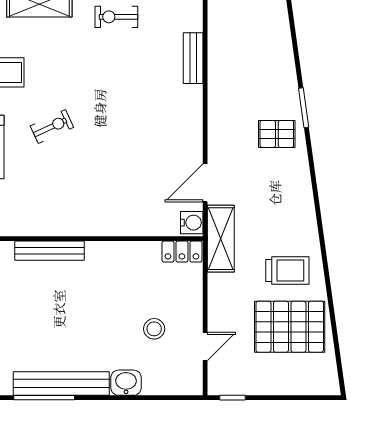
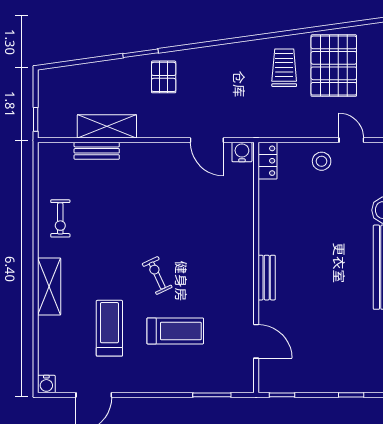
shelving: (221, 239) -> (107, 126), moved
bench: (50, 251) -> (267, 278), width x0.73
stool: (154, 329) -> (322, 161), moved

